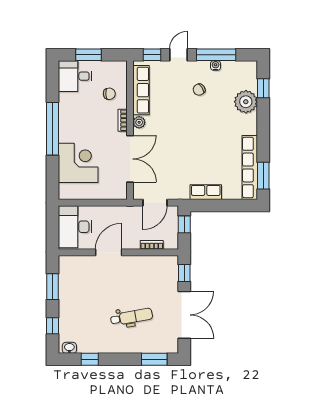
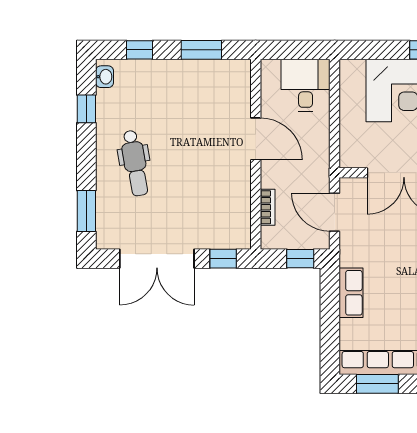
desk: (75, 227) -> (306, 85), width x0.73
dental chair: (132, 317) -> (135, 163), moved

